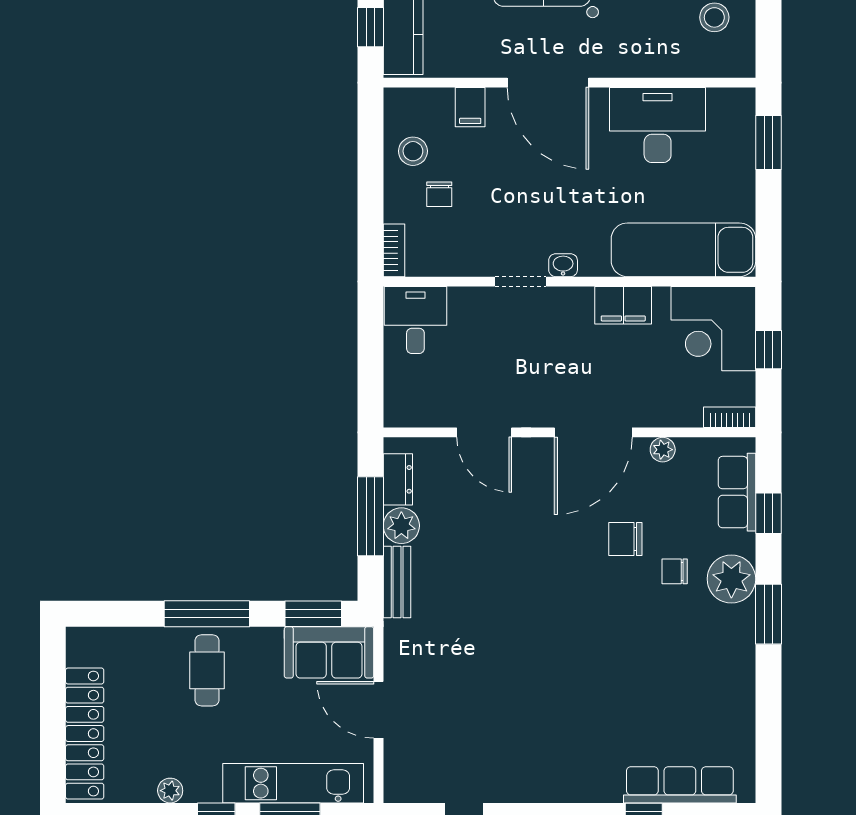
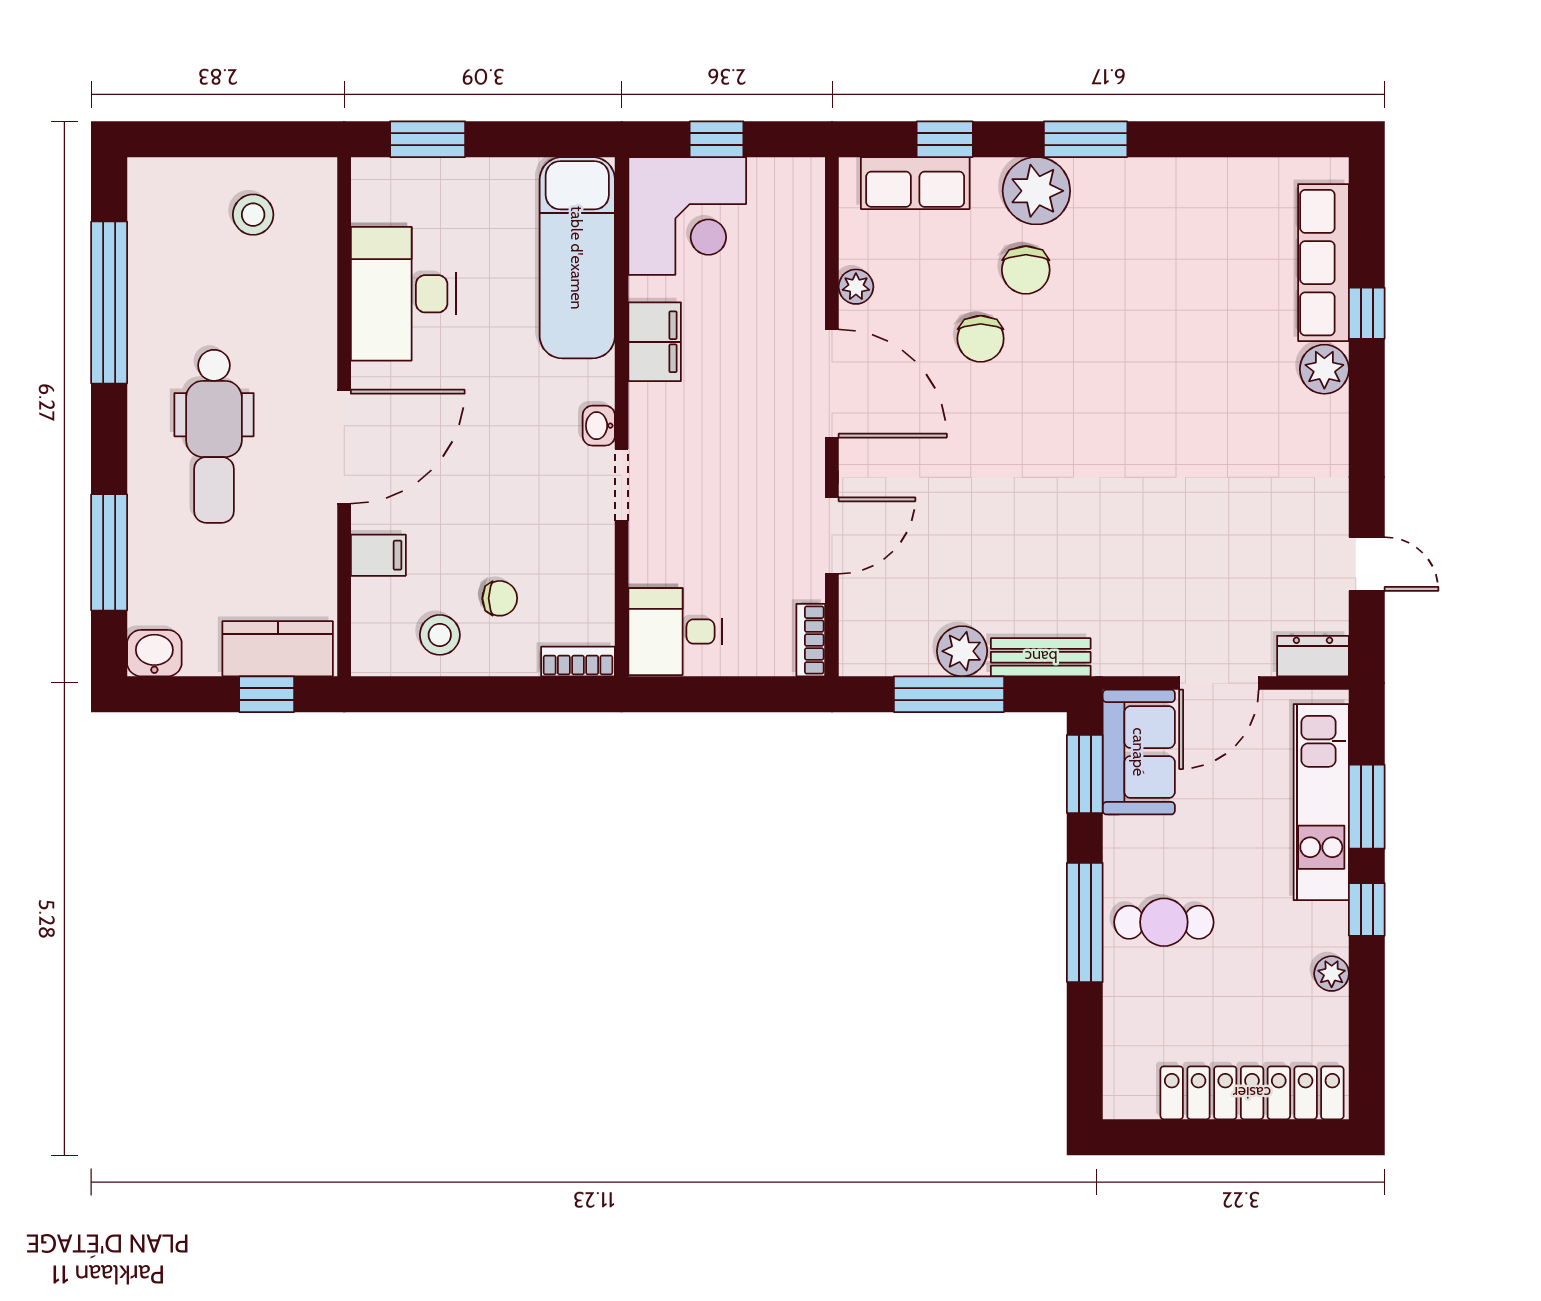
bookcase: (730, 417) -> (811, 640), moved
dresser: (398, 479) -> (1313, 656), moved
chair: (675, 571) -> (1026, 270), width x1.37, depth x1.37
plant: (603, 785) -> (1324, 369), added

